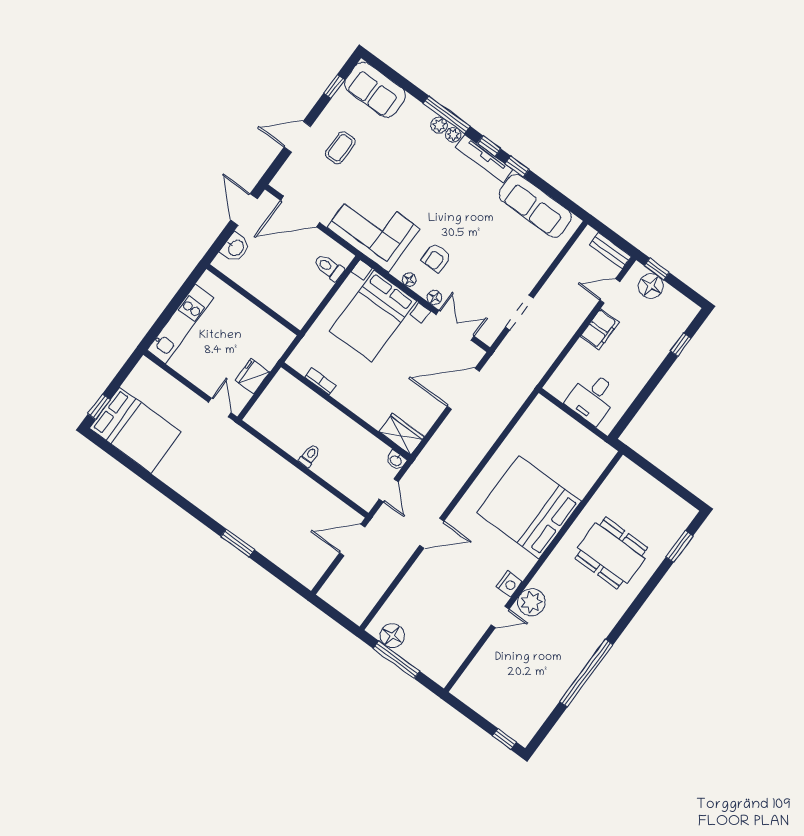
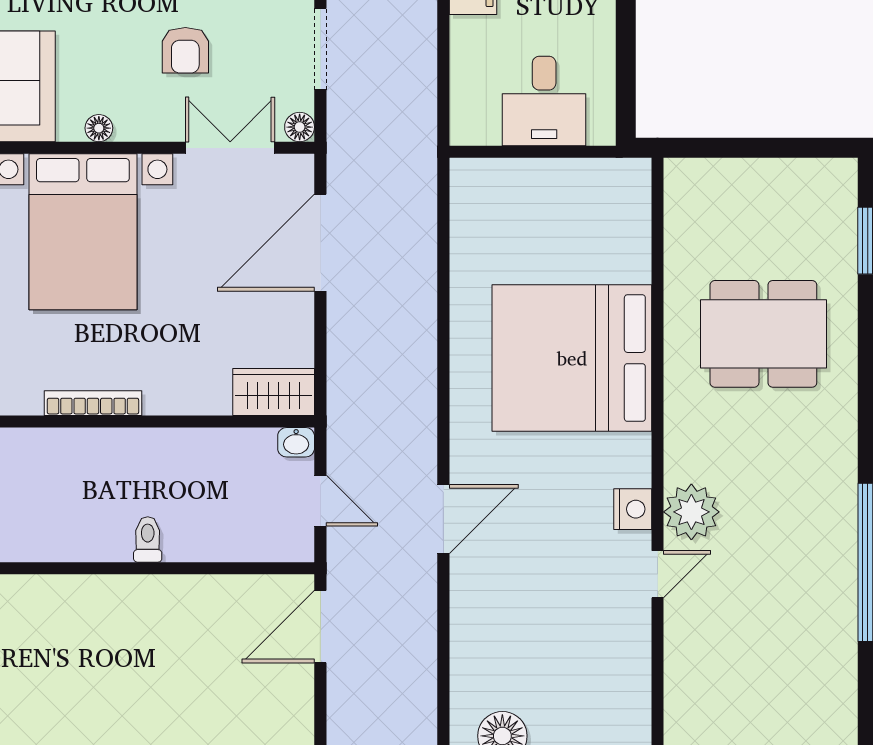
armchair: (436, 258) -> (185, 50), moved
floor lamp: (434, 298) -> (300, 127), moved
bookcase: (320, 381) -> (93, 403), width x1.56

